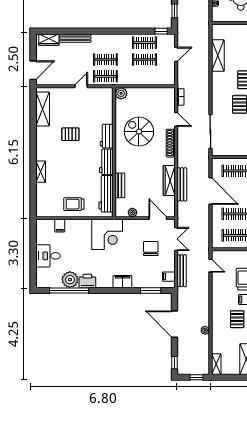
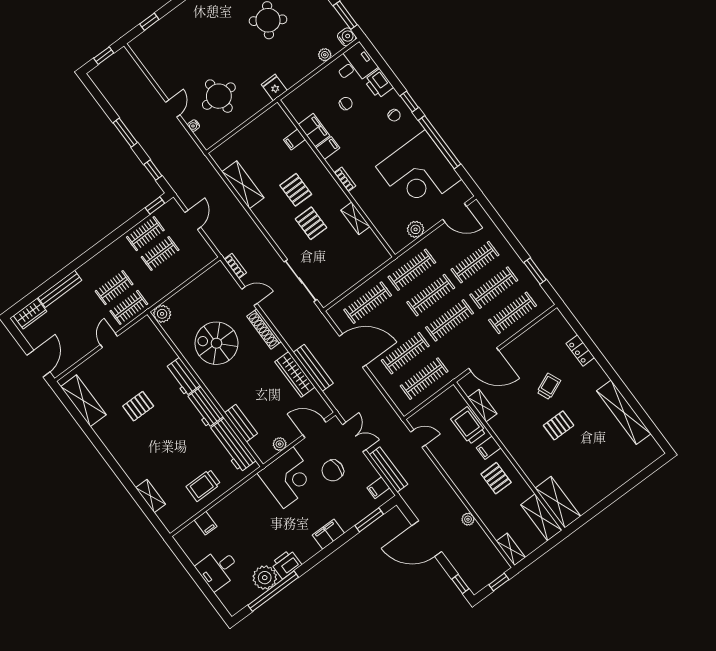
shelving: (41, 172) -> (150, 496), moved
corner desk: (107, 234) -> (288, 478), moved
chair: (151, 249) -> (333, 470), turned -90

